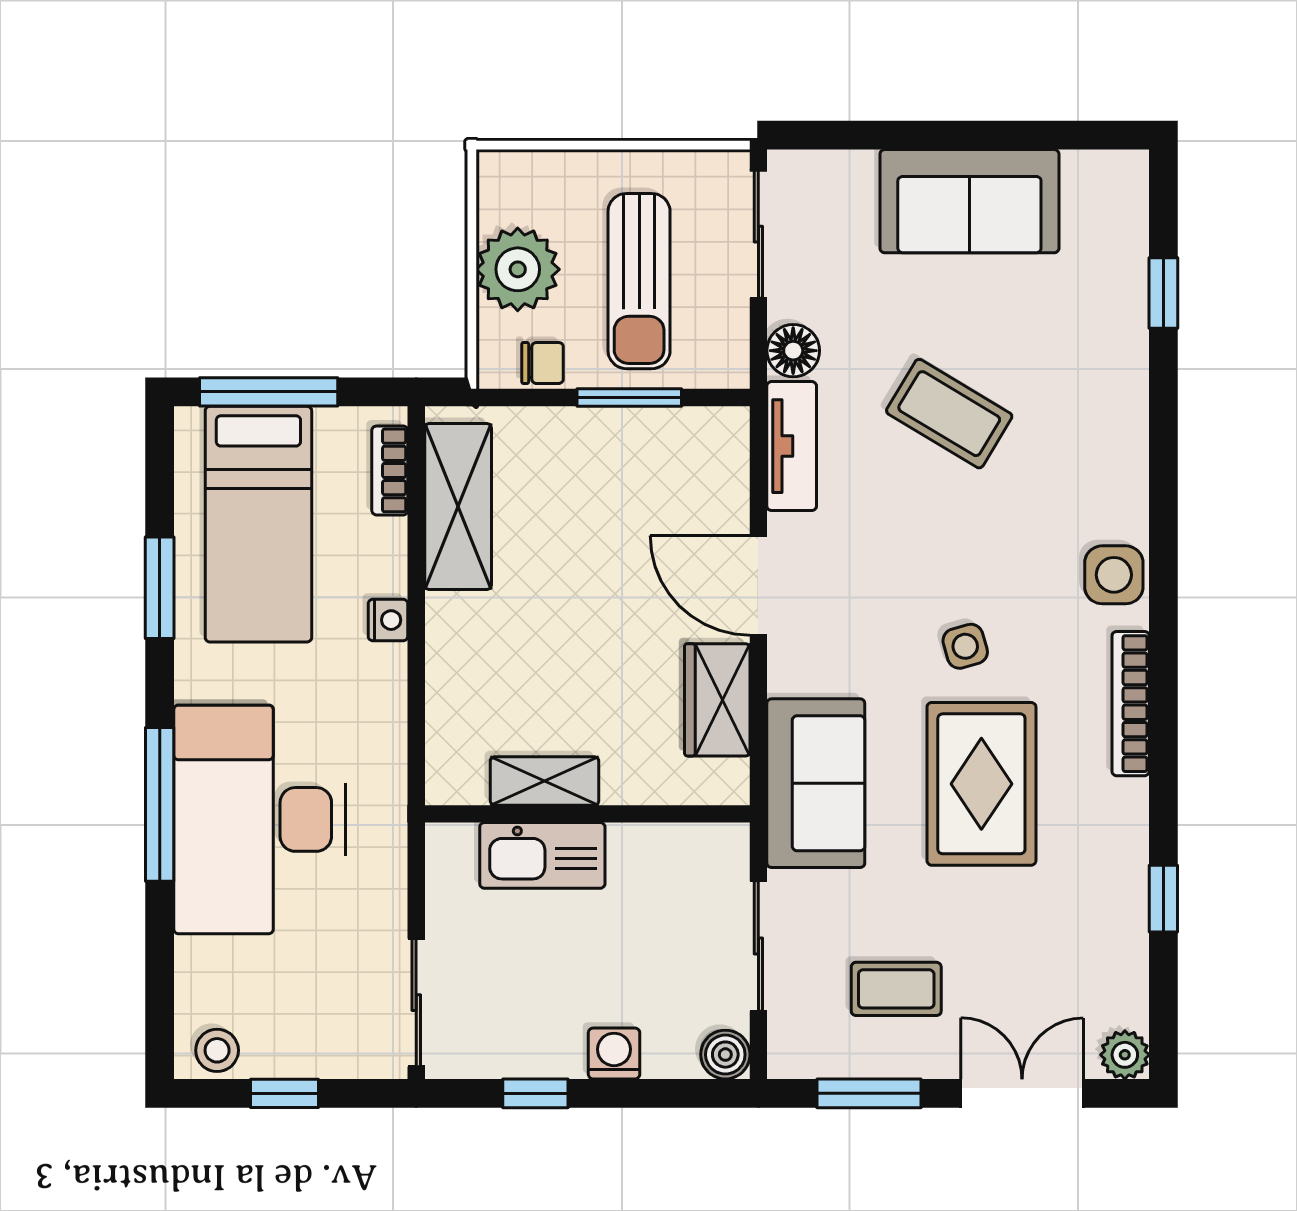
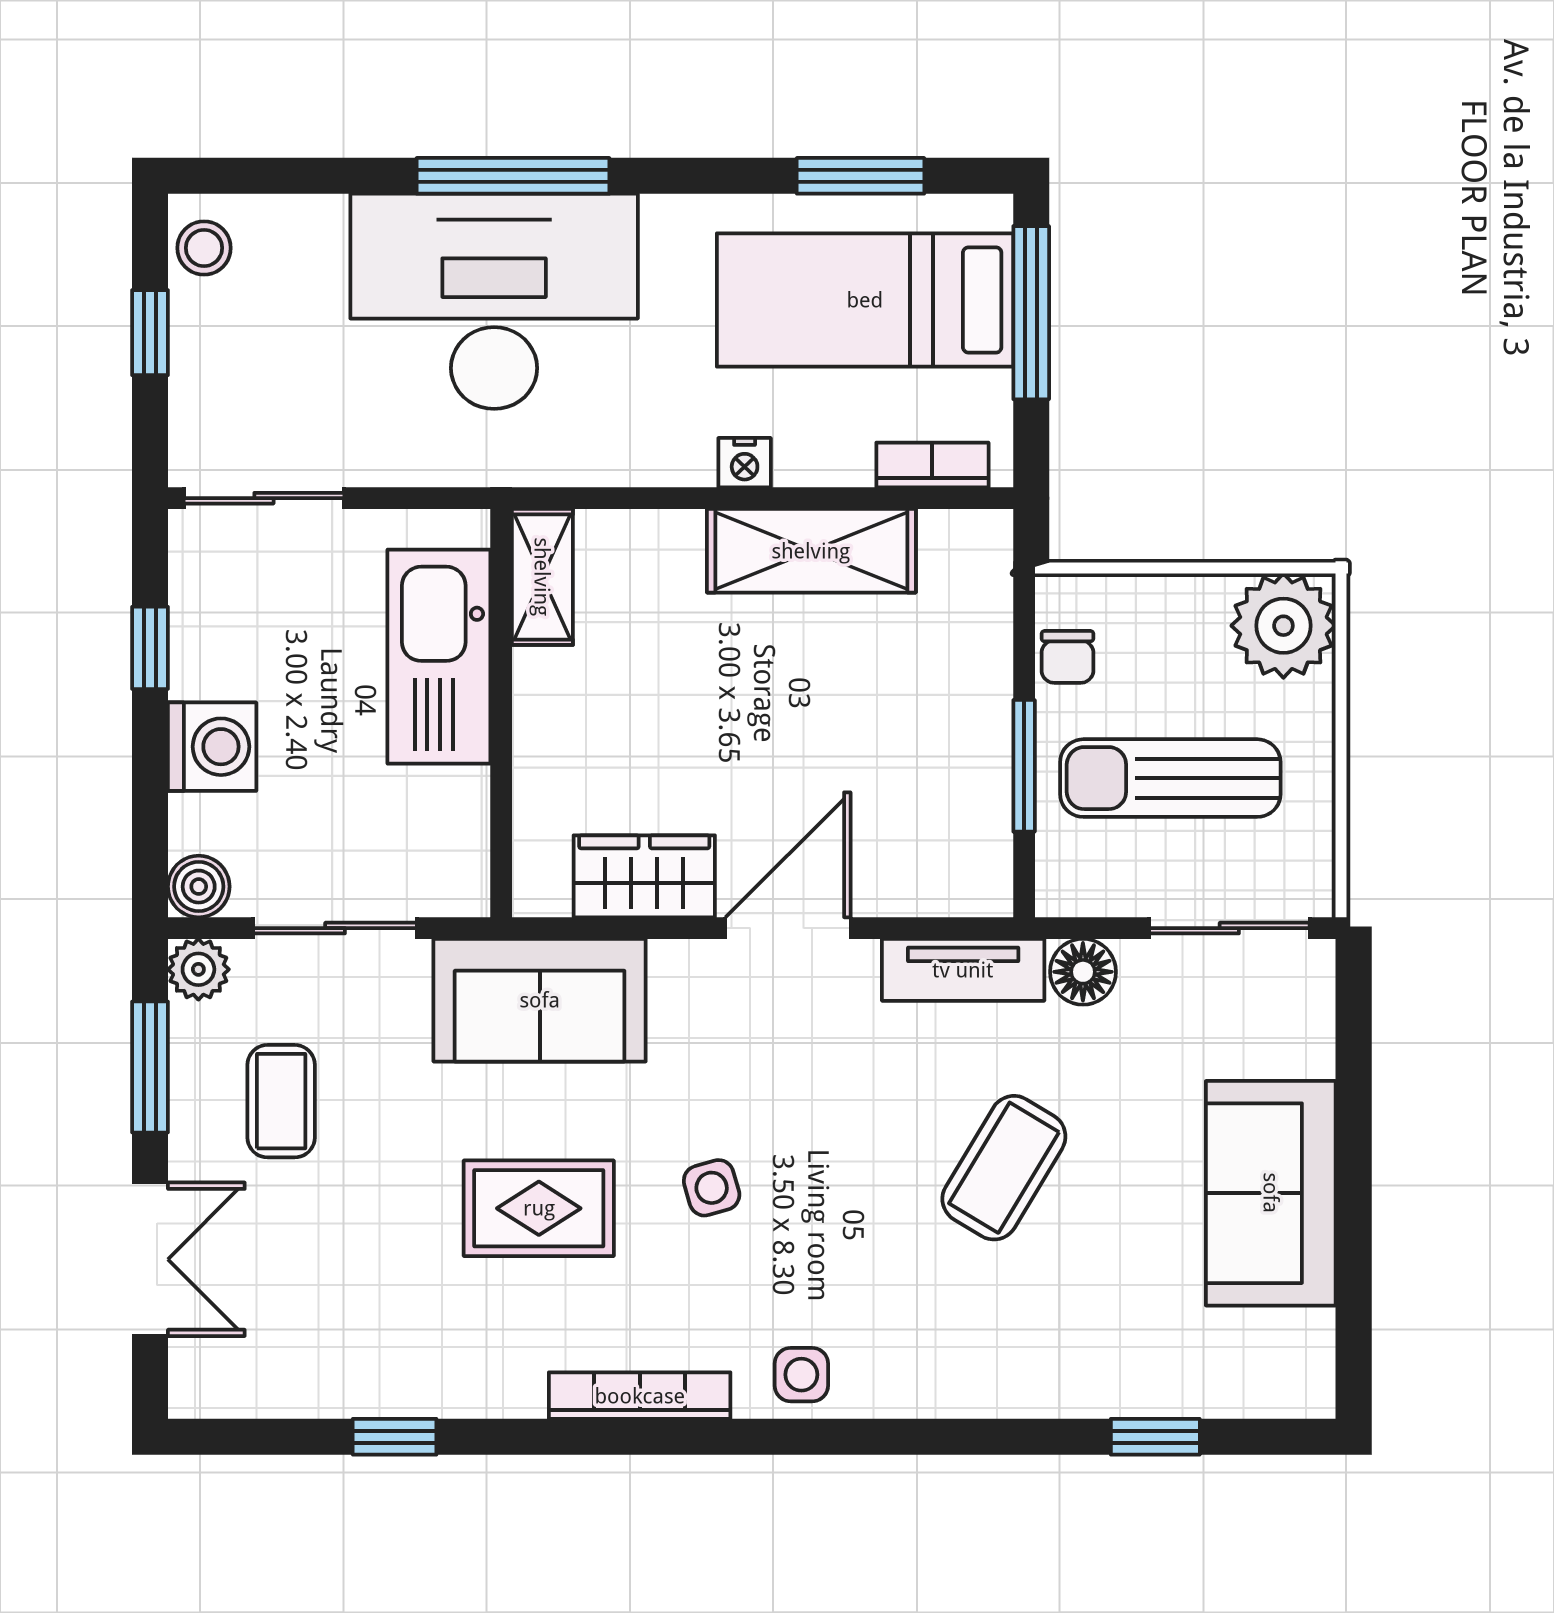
plant: (518, 269) -> (1283, 626), moved
shelving: (458, 507) -> (811, 551), moved
side table: (1114, 575) -> (801, 1375), width x0.73, depth x0.73
window: (160, 588) -> (861, 176), moved
shelving: (545, 781) -> (542, 577), moved
rug: (981, 784) -> (539, 1208), width x0.73, depth x0.70
kitchen sink: (542, 855) -> (439, 657), width x1.36, depth x1.24
washing machine: (614, 1054) -> (212, 747), width x1.38, depth x1.38
plant: (1125, 1055) -> (198, 969), moved

